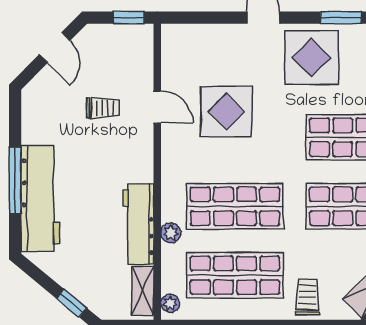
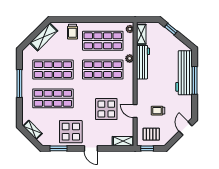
shelving: (186, 35) -> (123, 141), added
door: (55, 47) -> (186, 128), moved
pallet: (119, 52) -> (151, 134), added

